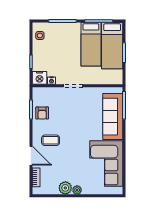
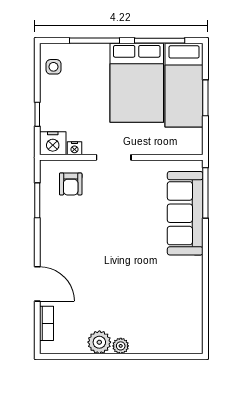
bed: (91, 44) -> (137, 83), width x1.50
armchair: (42, 113) -> (71, 184), moved
coffee table: (51, 140) -> (73, 256), removed
corner sofa: (106, 164) -> (173, 298), removed

